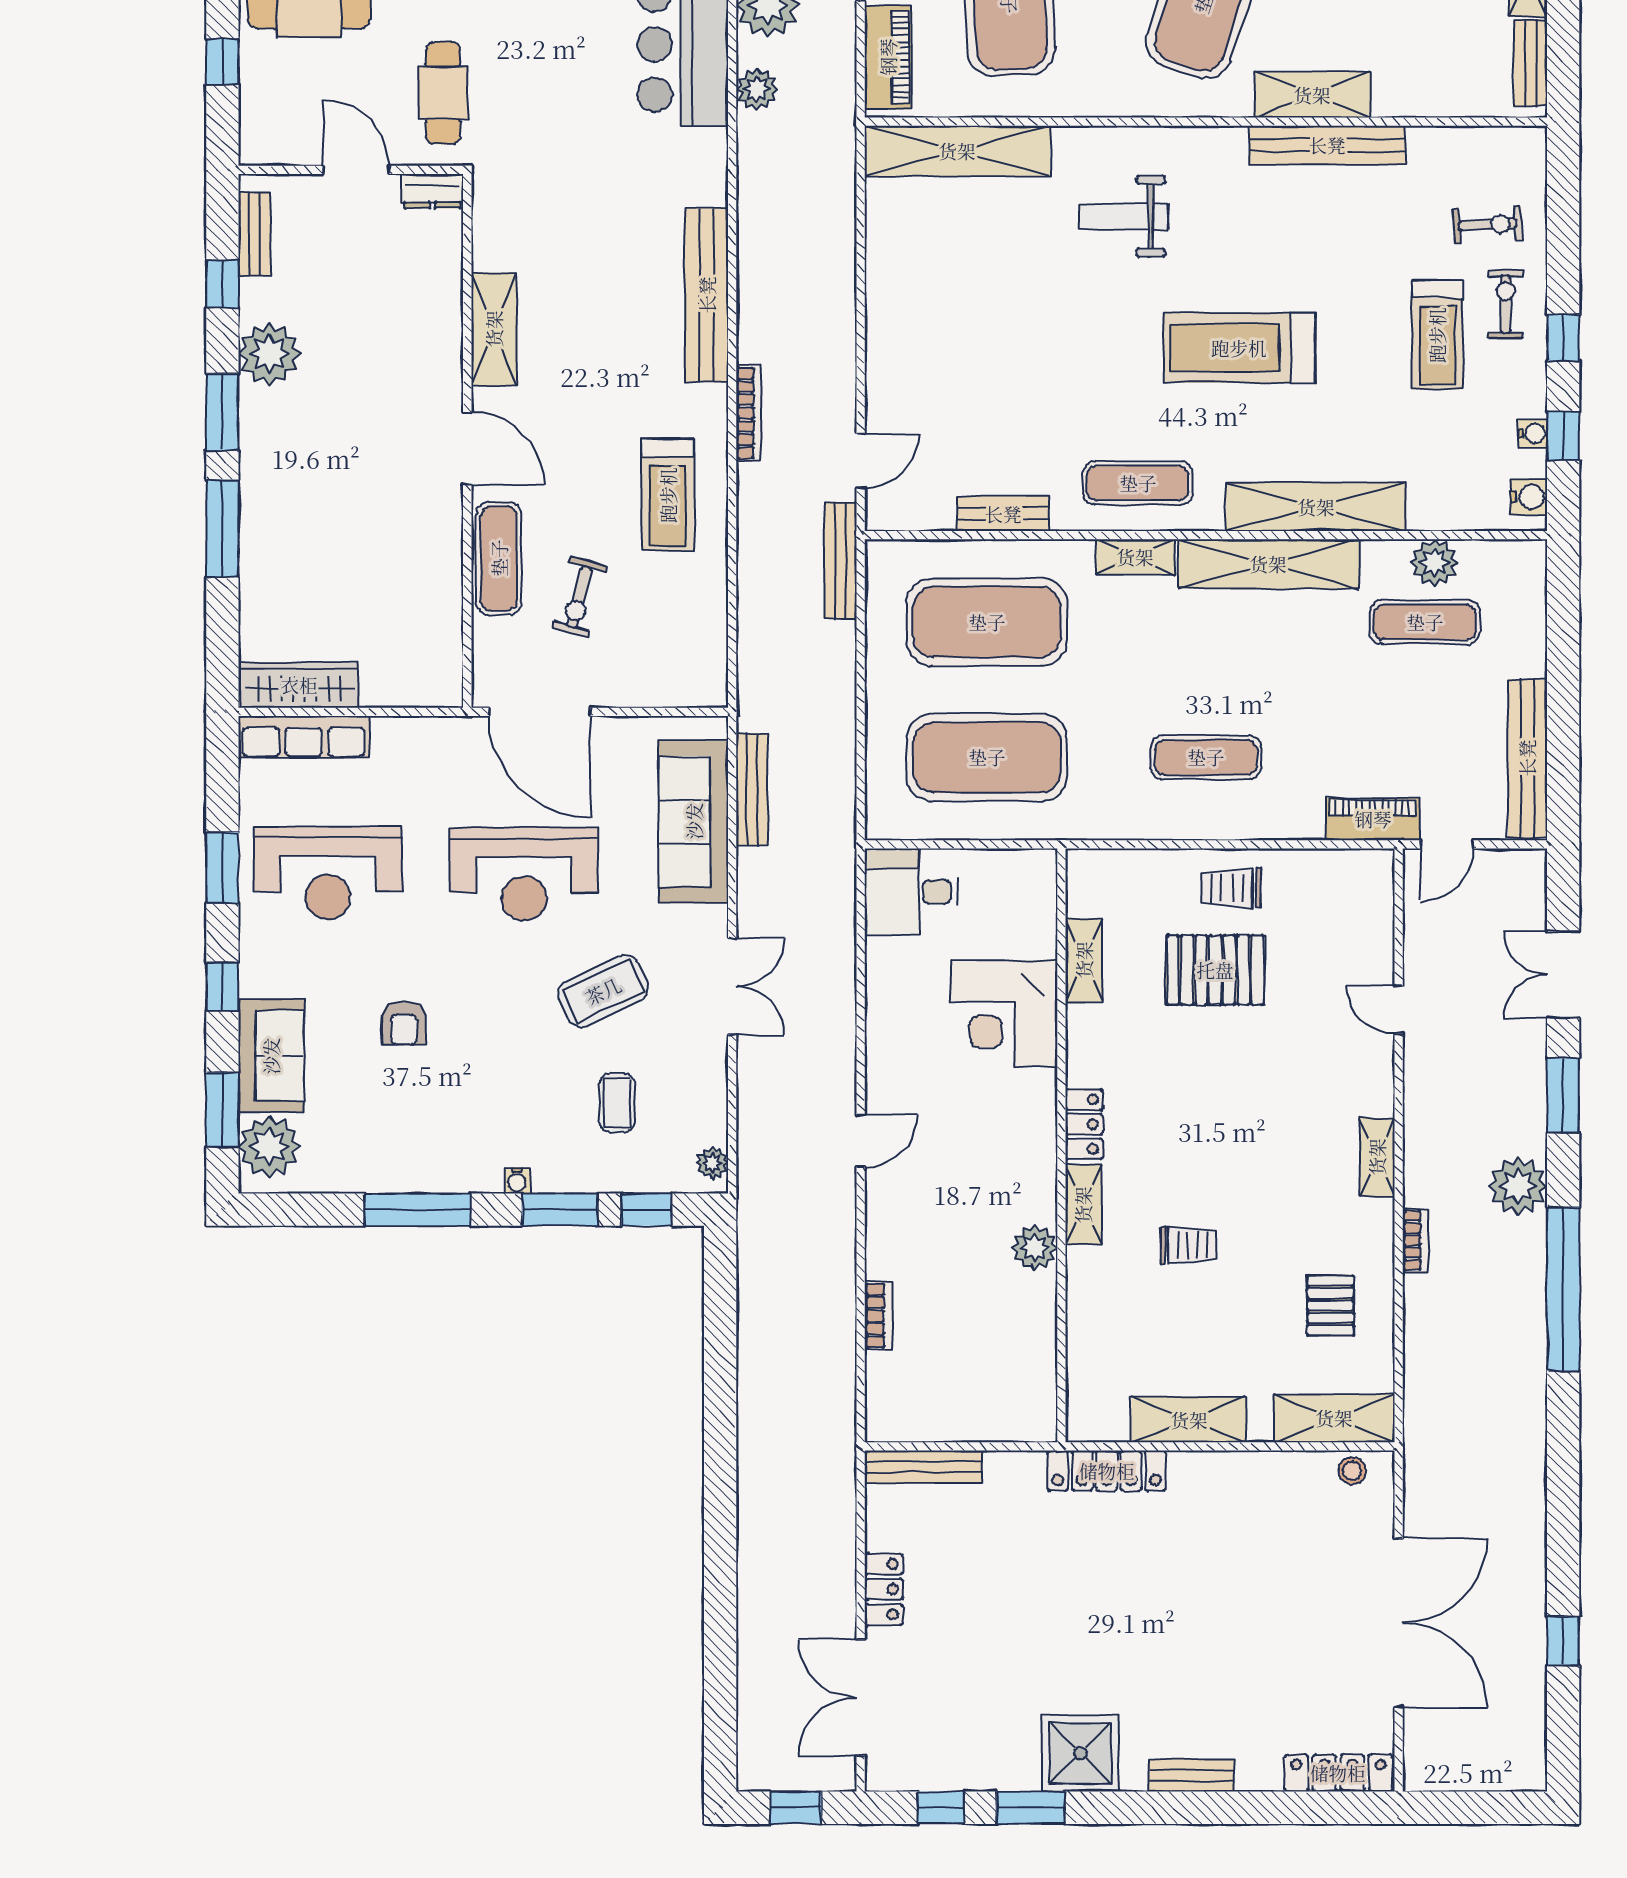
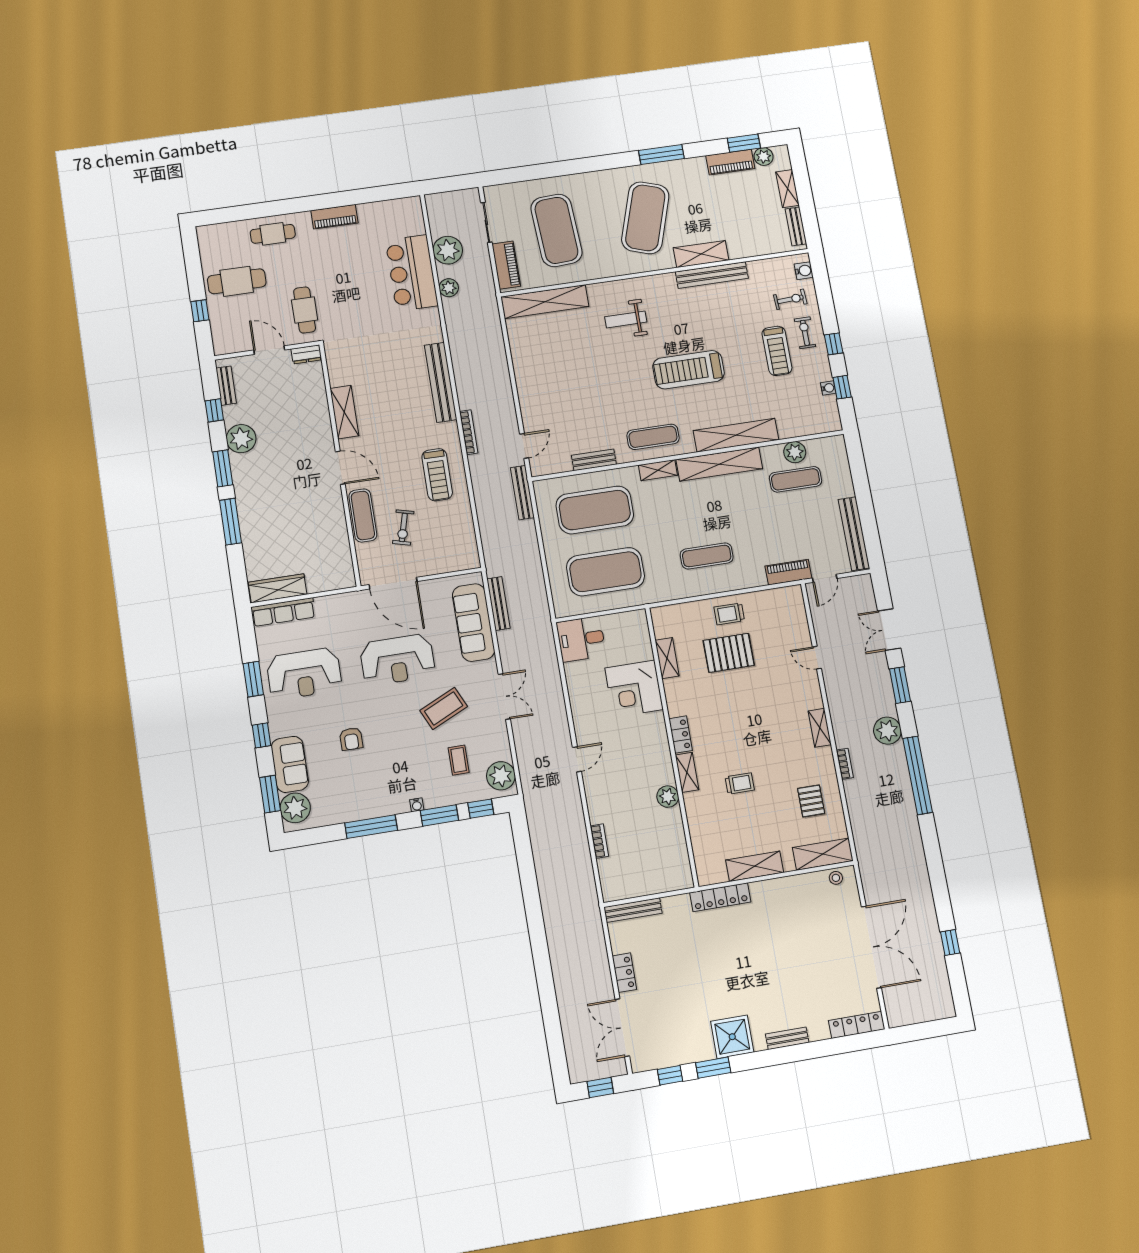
water cooler: (1529, 497) -> (804, 271), moved
plant: (712, 1163) -> (501, 776), width x1.88, depth x1.88

